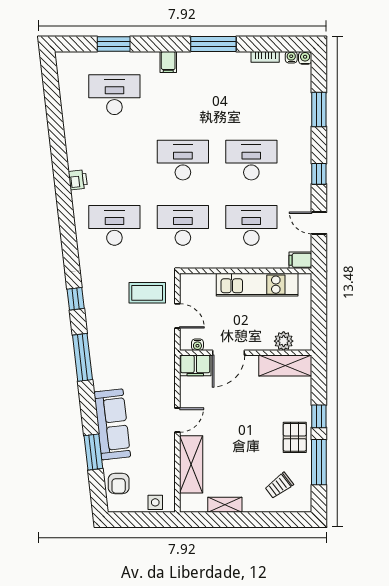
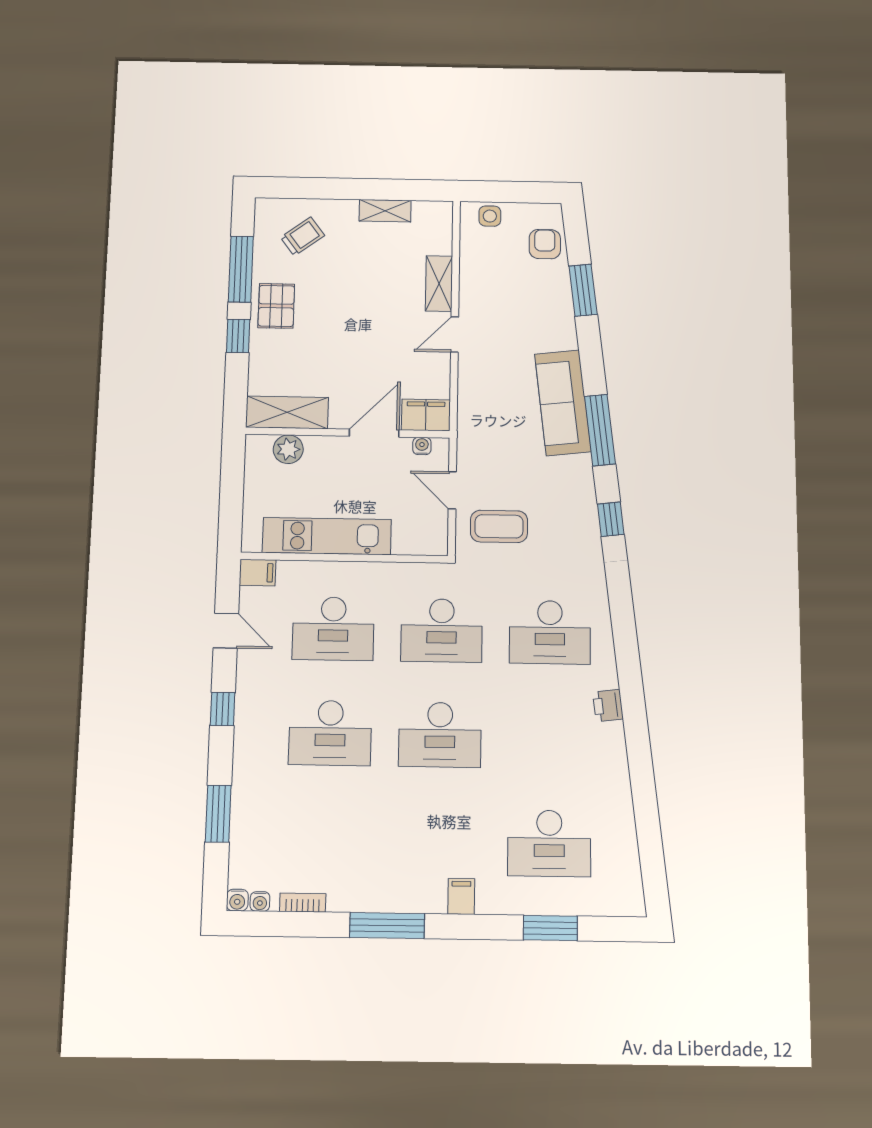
sofa: (112, 424) -> (563, 403), moved
shelving: (191, 464) -> (439, 284), width x0.67, depth x0.75

